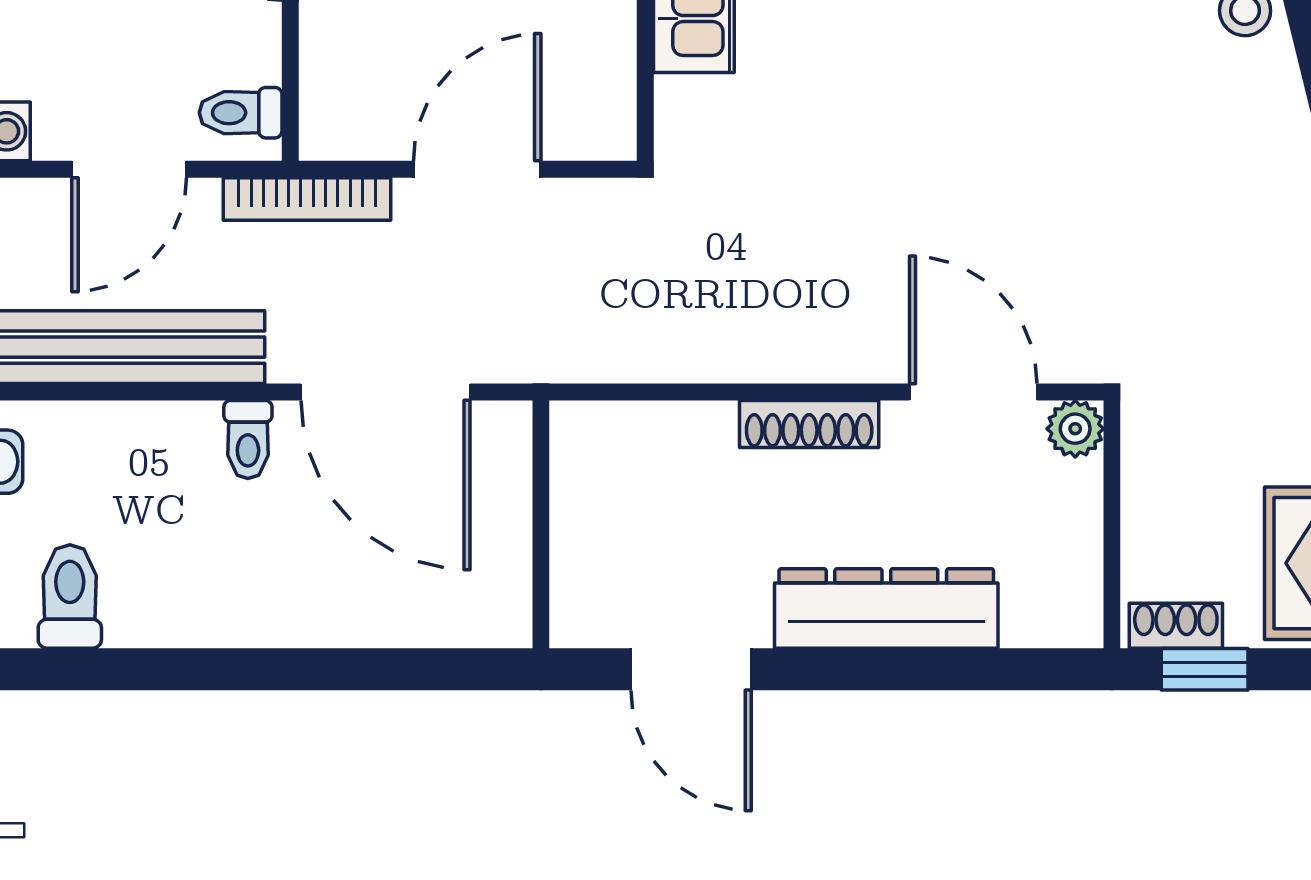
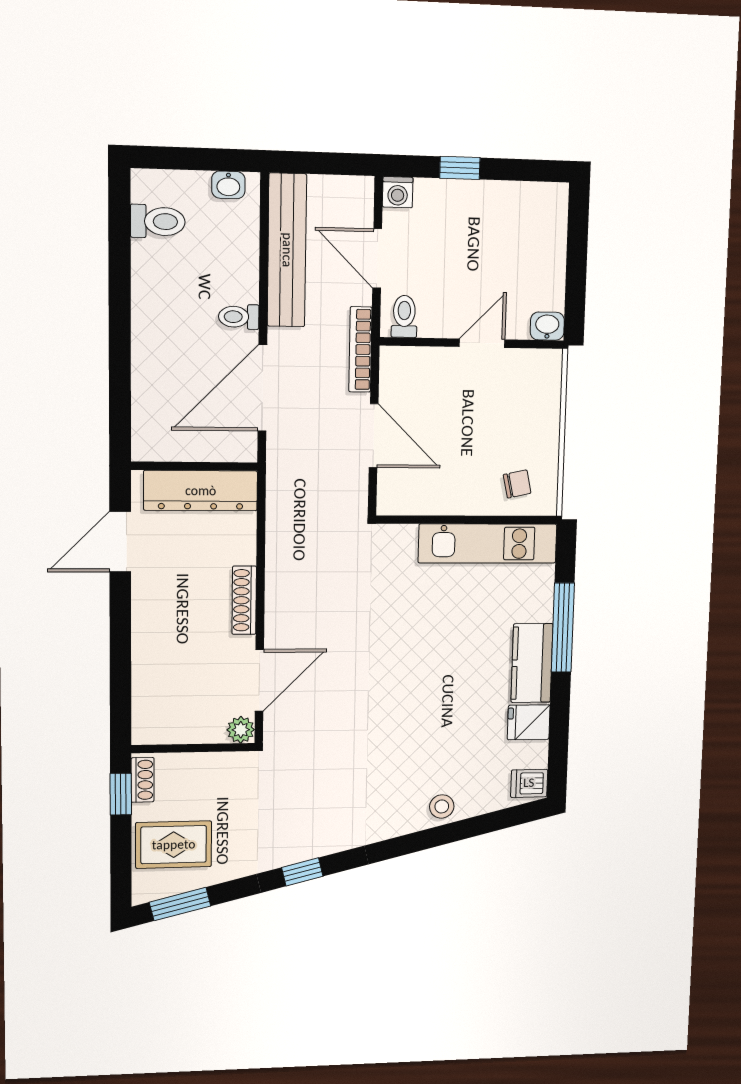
dresser: (886, 608) -> (201, 491), moved, turned 90

